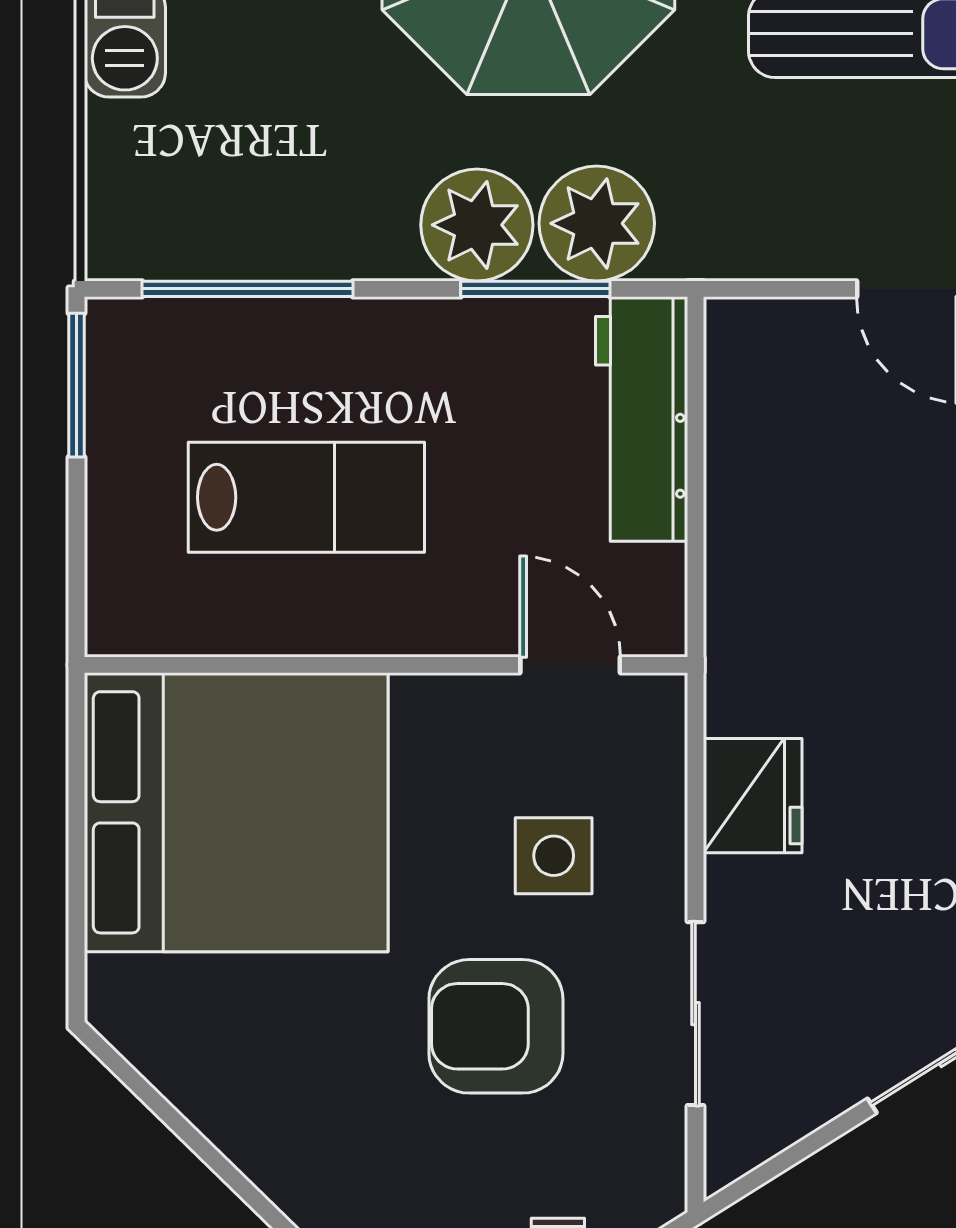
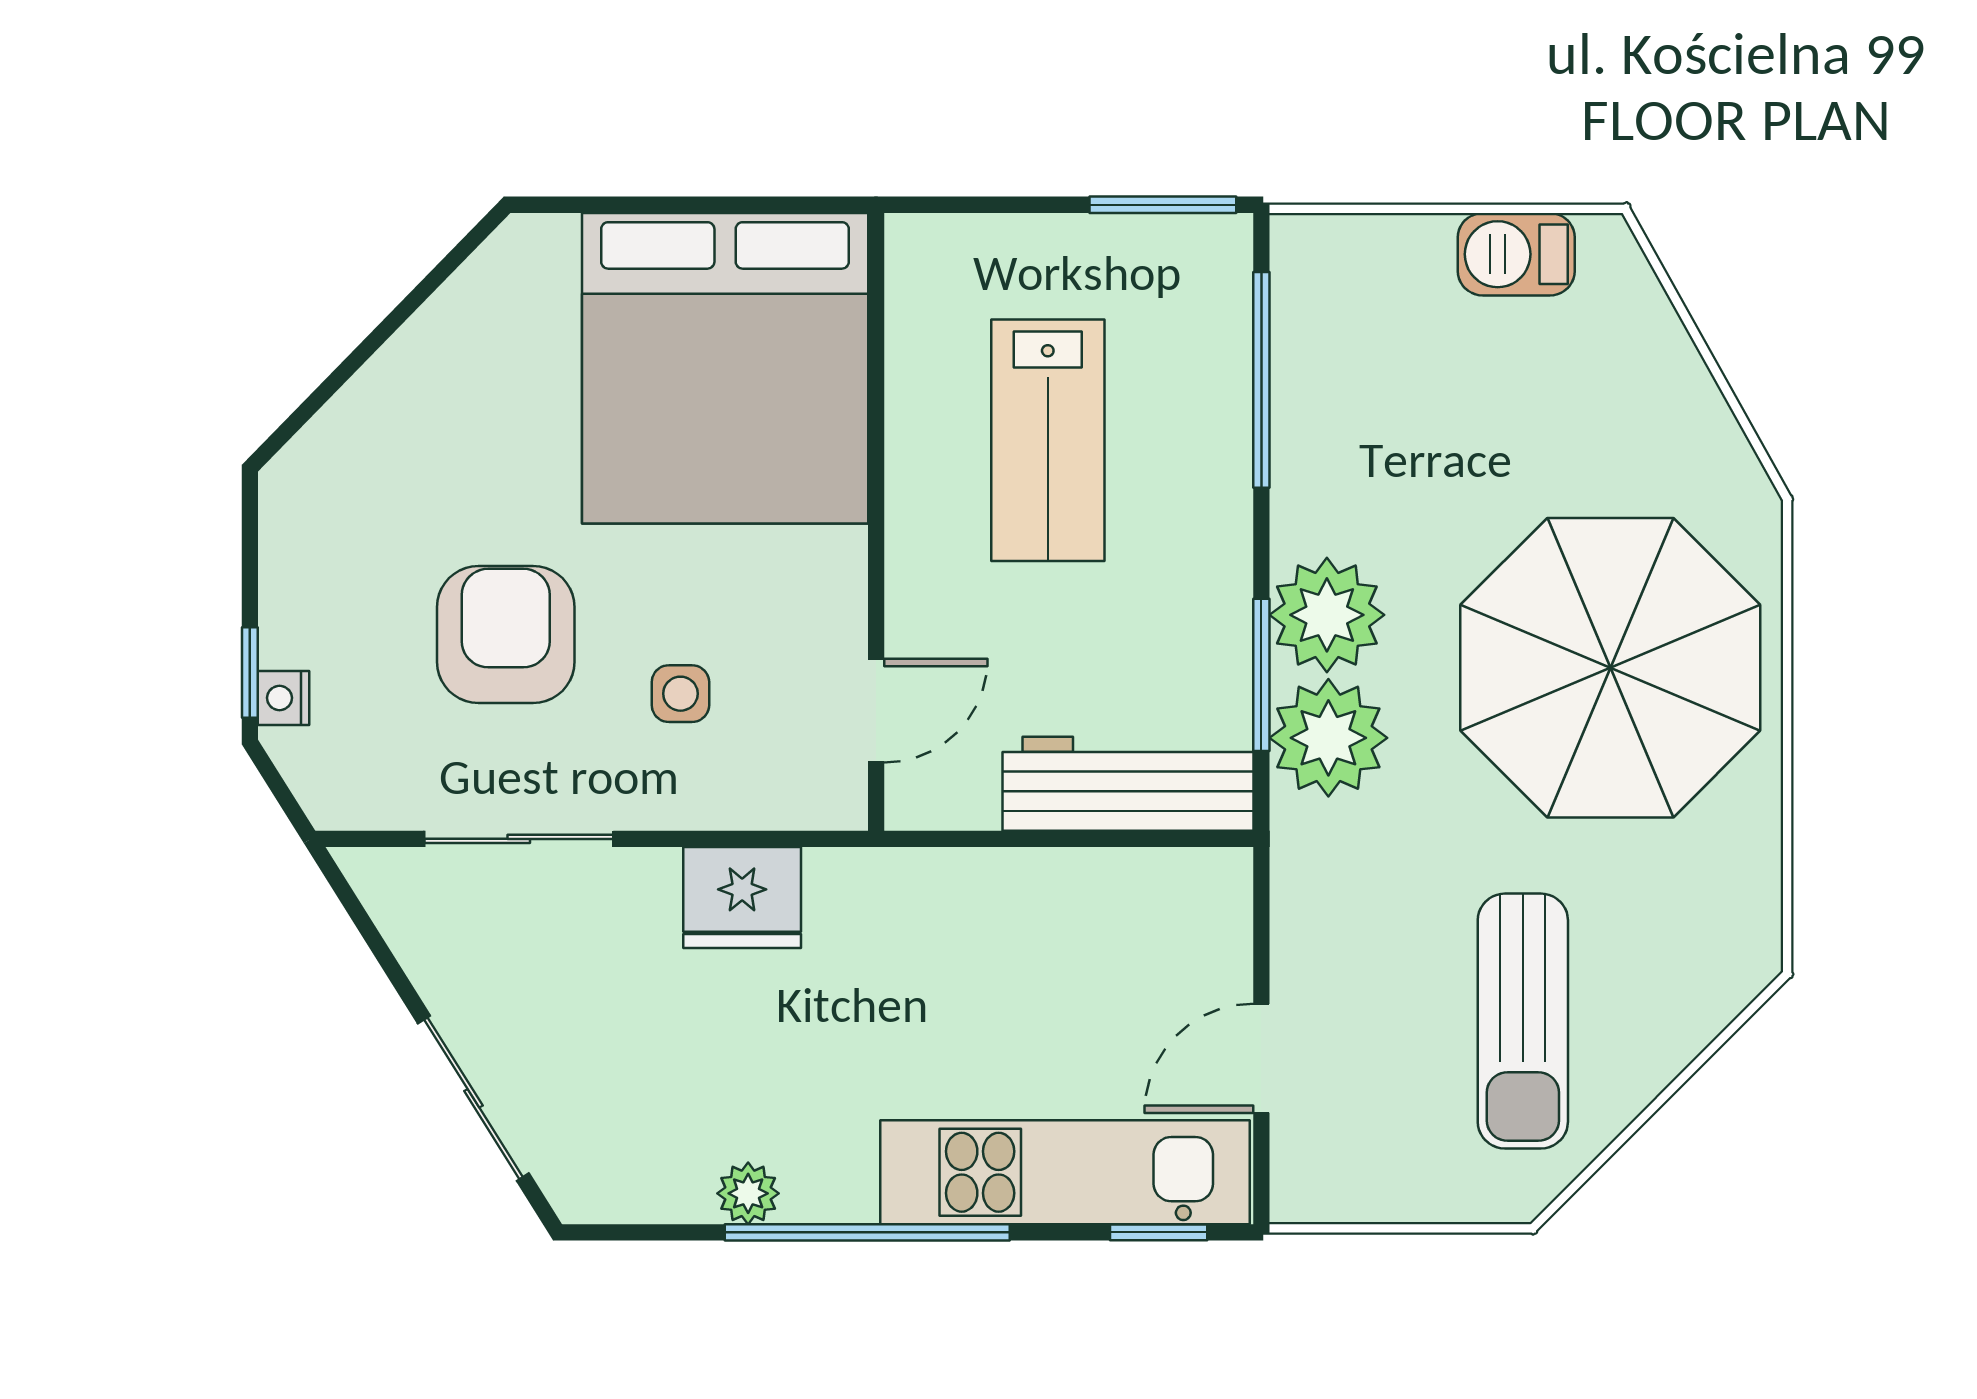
side table: (554, 856) -> (680, 694), width x0.73, depth x0.73

